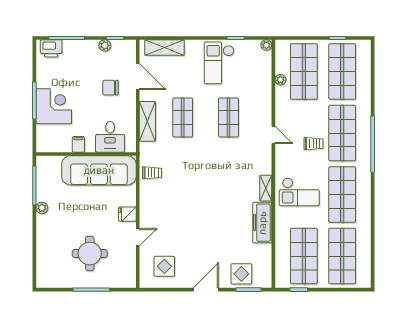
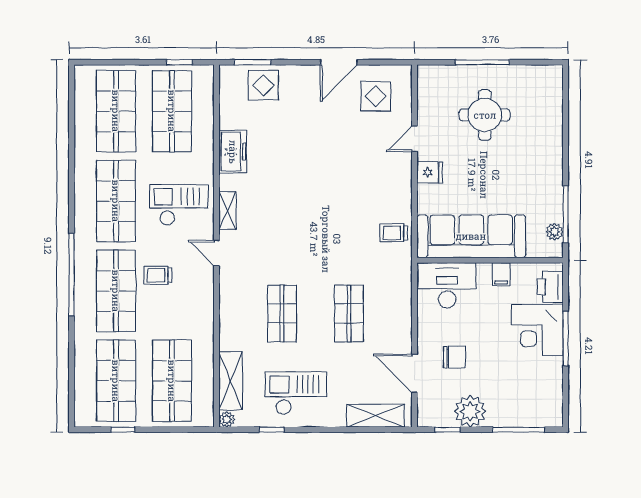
plant: (105, 45) -> (470, 411), width x1.88, depth x1.88
printer: (51, 48) -> (550, 287), moved, turned -90
checkout: (219, 63) -> (296, 393), turned -90
plant: (280, 80) -> (206, 369), removed
shelving: (147, 121) -> (231, 381), moved
door: (273, 135) -> (217, 253), moved
desk: (110, 137) -> (447, 285), width x1.37
plant: (42, 208) -> (555, 232), moved
freezer: (262, 223) -> (233, 152), width x0.71
door: (206, 290) -> (339, 62), moved

